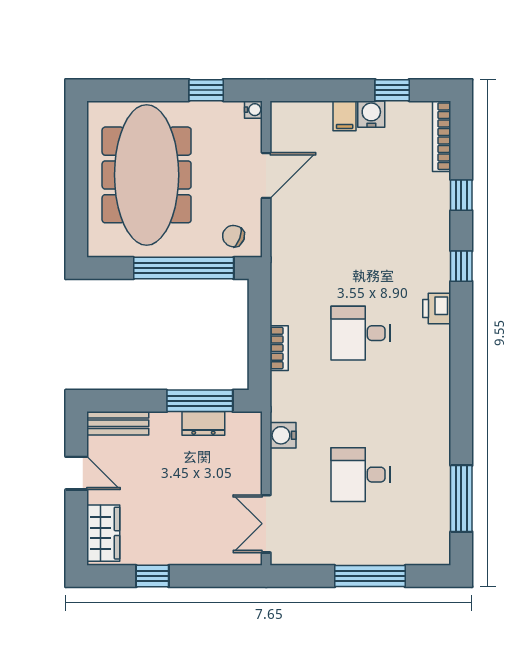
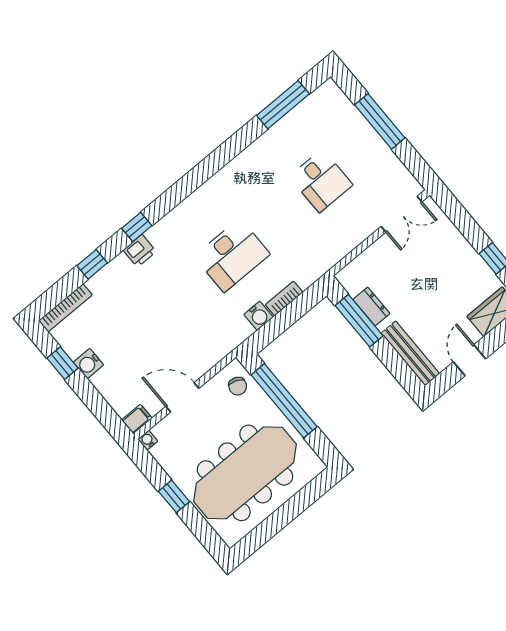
window: (206, 90) -> (174, 496), moved
filing cabinet: (345, 116) -> (137, 419), moved
printer: (437, 308) -> (140, 251), moved
desk: (360, 333) -> (232, 255), width x1.37
bench: (118, 423) -> (410, 353), width x1.36
water cooler: (283, 435) -> (259, 316), moved

